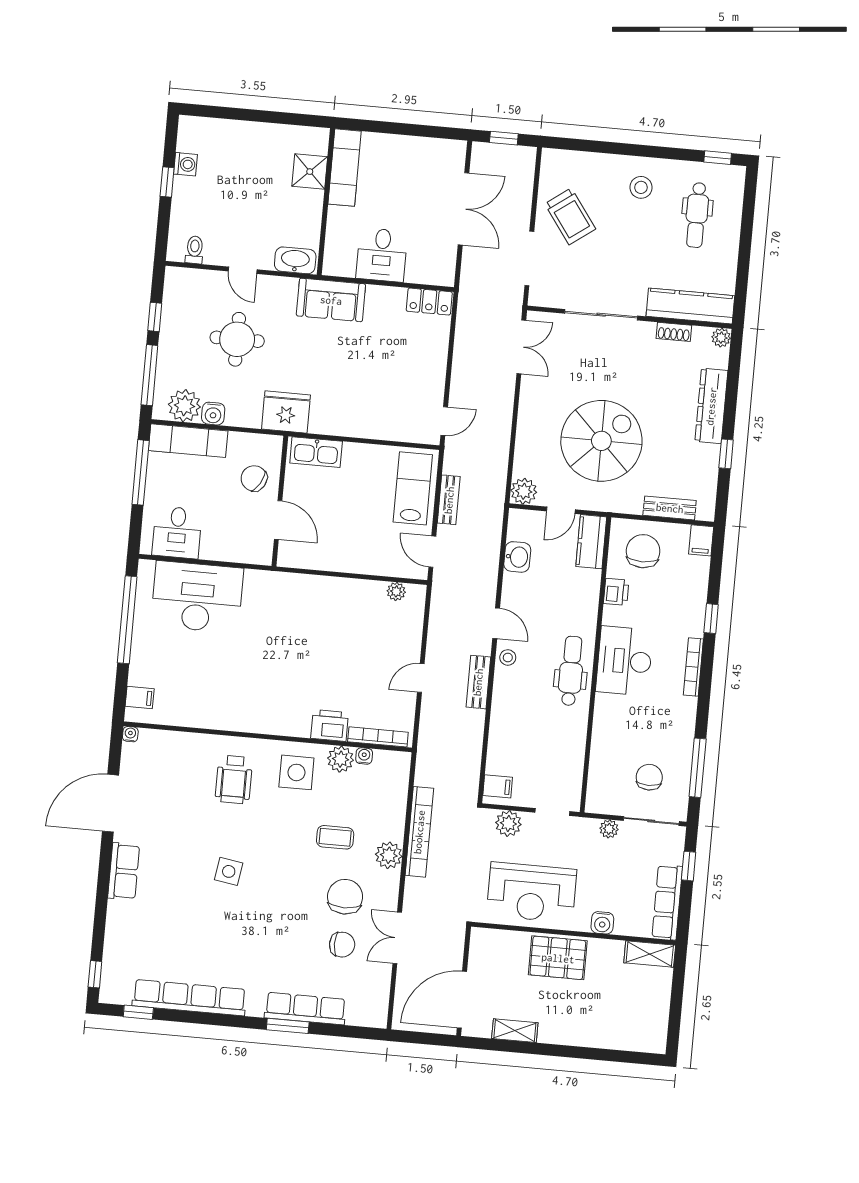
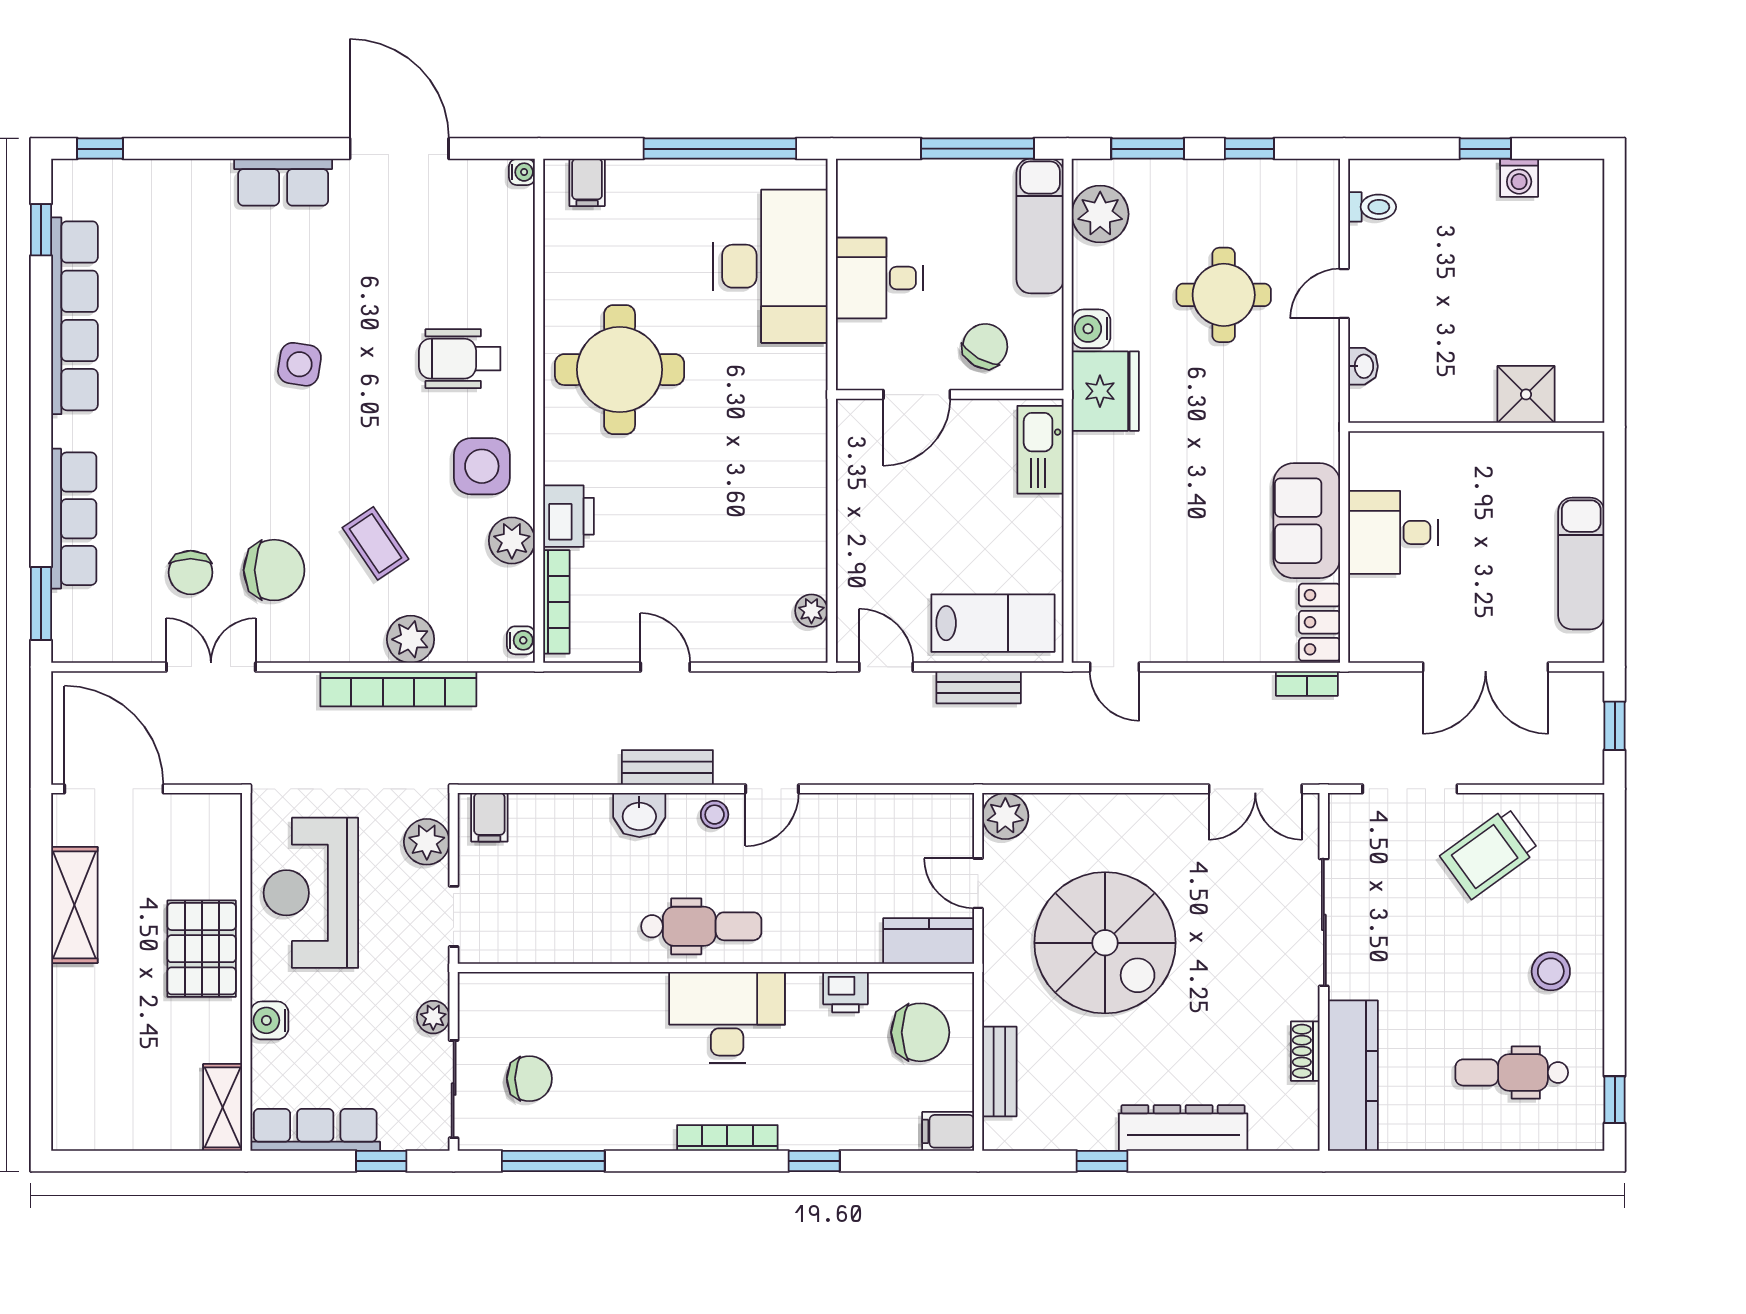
exam couch: (345, 168) -> (1581, 564), moved, turned 90
washbasin: (295, 260) -> (1363, 366), width x0.52, depth x0.69
sofa: (331, 300) -> (1307, 521), moved
bookcase: (464, 312) -> (1307, 683), added
plant: (721, 338) -> (1303, 1134), removed
window: (149, 375) -> (1148, 149), width x0.69
water cooler: (213, 414) -> (1091, 329), moved
desk: (177, 532) -> (879, 278), moved
door: (432, 552) -> (886, 667), hinge flipped
washbasin: (517, 557) -> (639, 815), moved
round table: (248, 689) -> (620, 370), added
water cooler: (364, 756) -> (521, 640), moved
coffee table: (335, 837) -> (375, 543), turned -34
plant: (389, 855) -> (411, 639), moved
window: (288, 1026) -> (41, 604), moved
shelving: (515, 1031) -> (74, 905), width x1.50, depth x1.33

